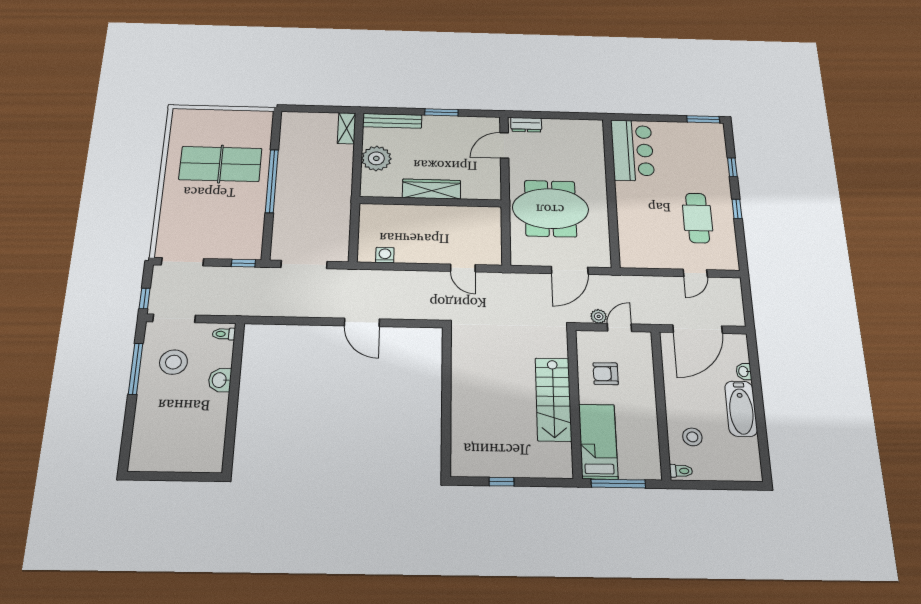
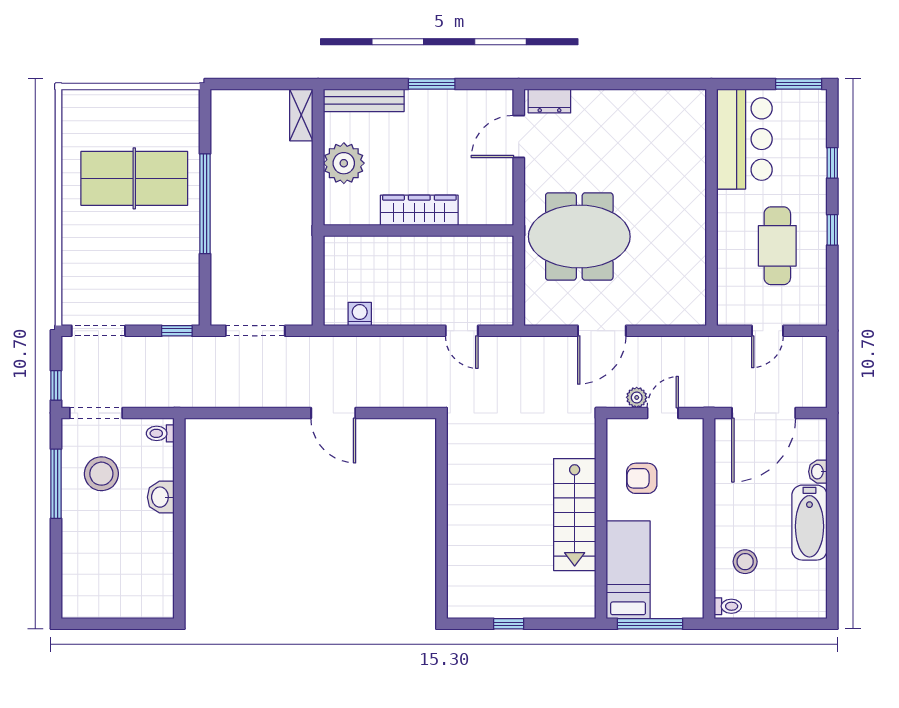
bar counter: (632, 150) -> (744, 139), moved
wall: (611, 192) -> (711, 207), moved

